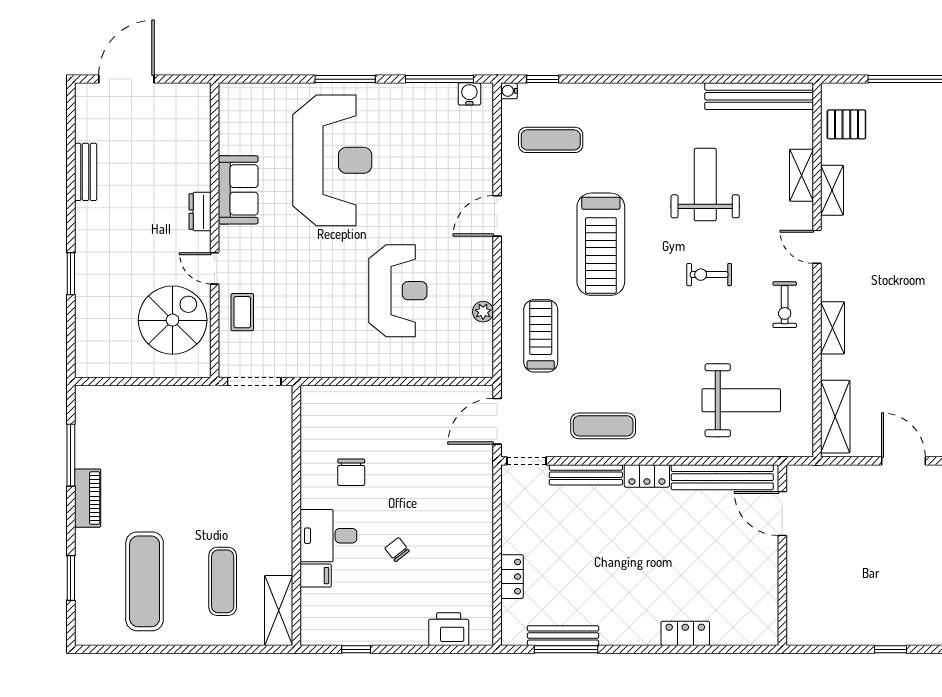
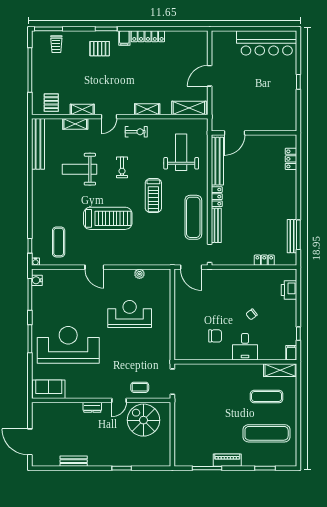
sofa: (238, 190) -> (49, 389), moved
treadmill: (541, 336) -> (153, 196), moved, turned -90
exercise mat: (603, 426) -> (193, 217), width x1.36, depth x1.45
filing cabinet: (316, 576) -> (291, 353), moved
locker: (685, 633) -> (291, 159), moved

